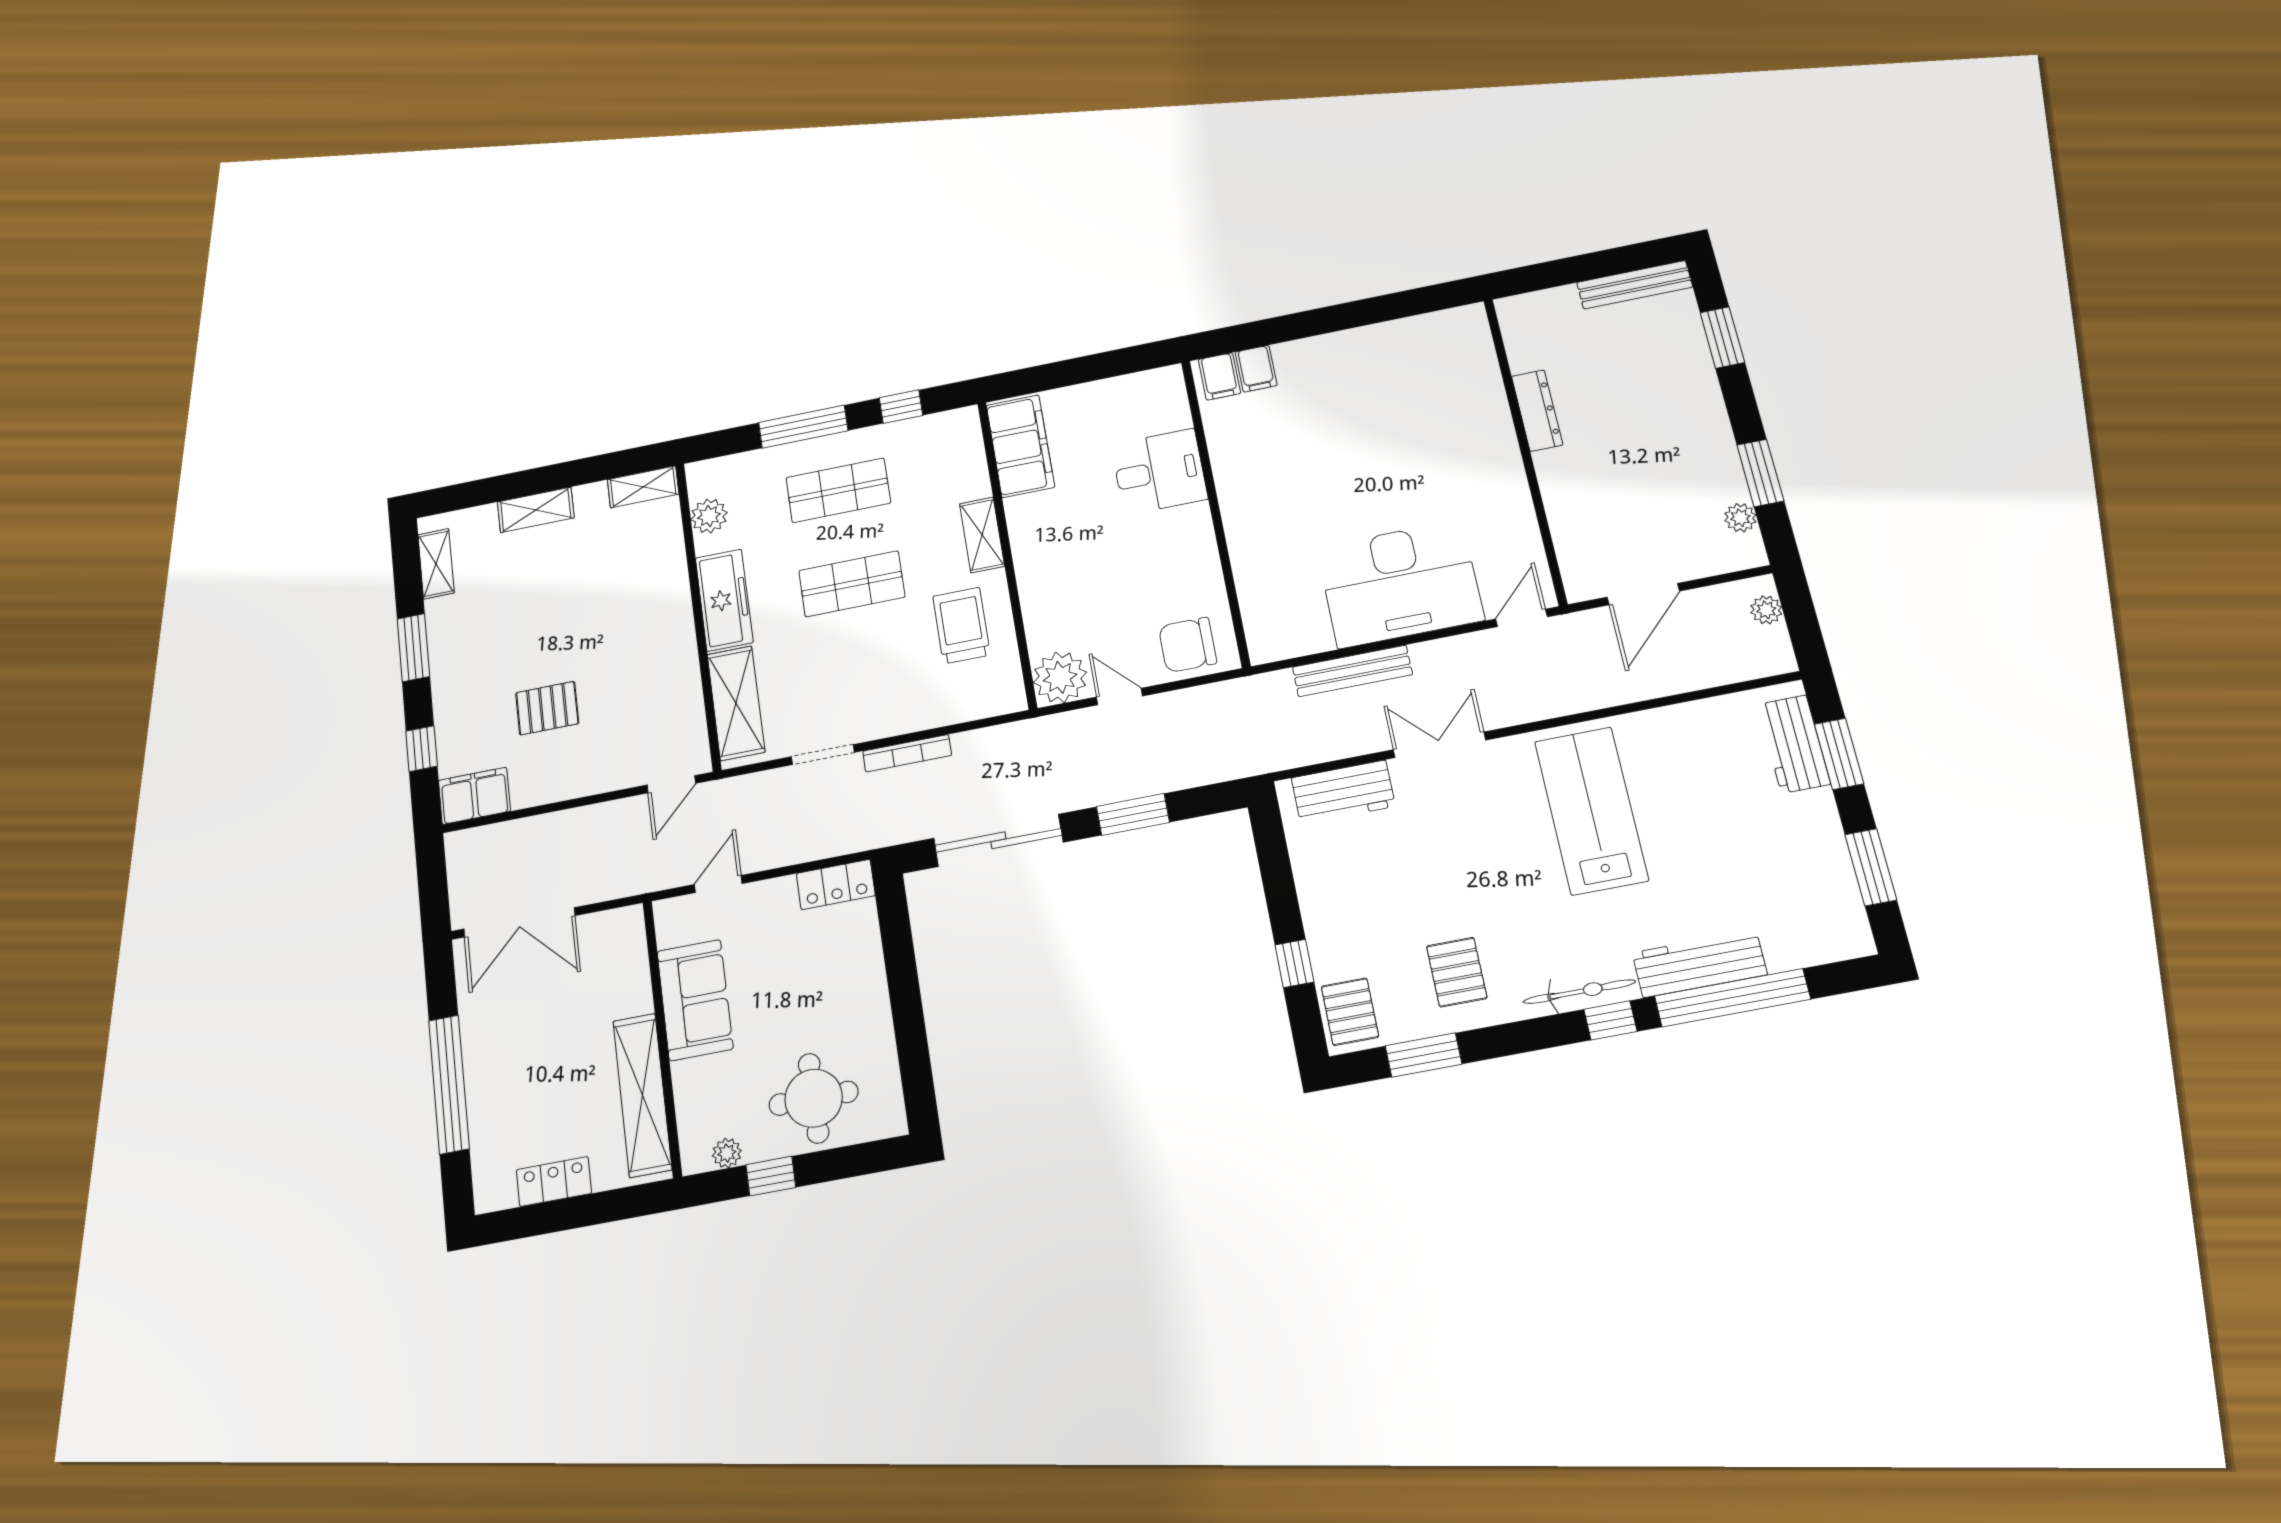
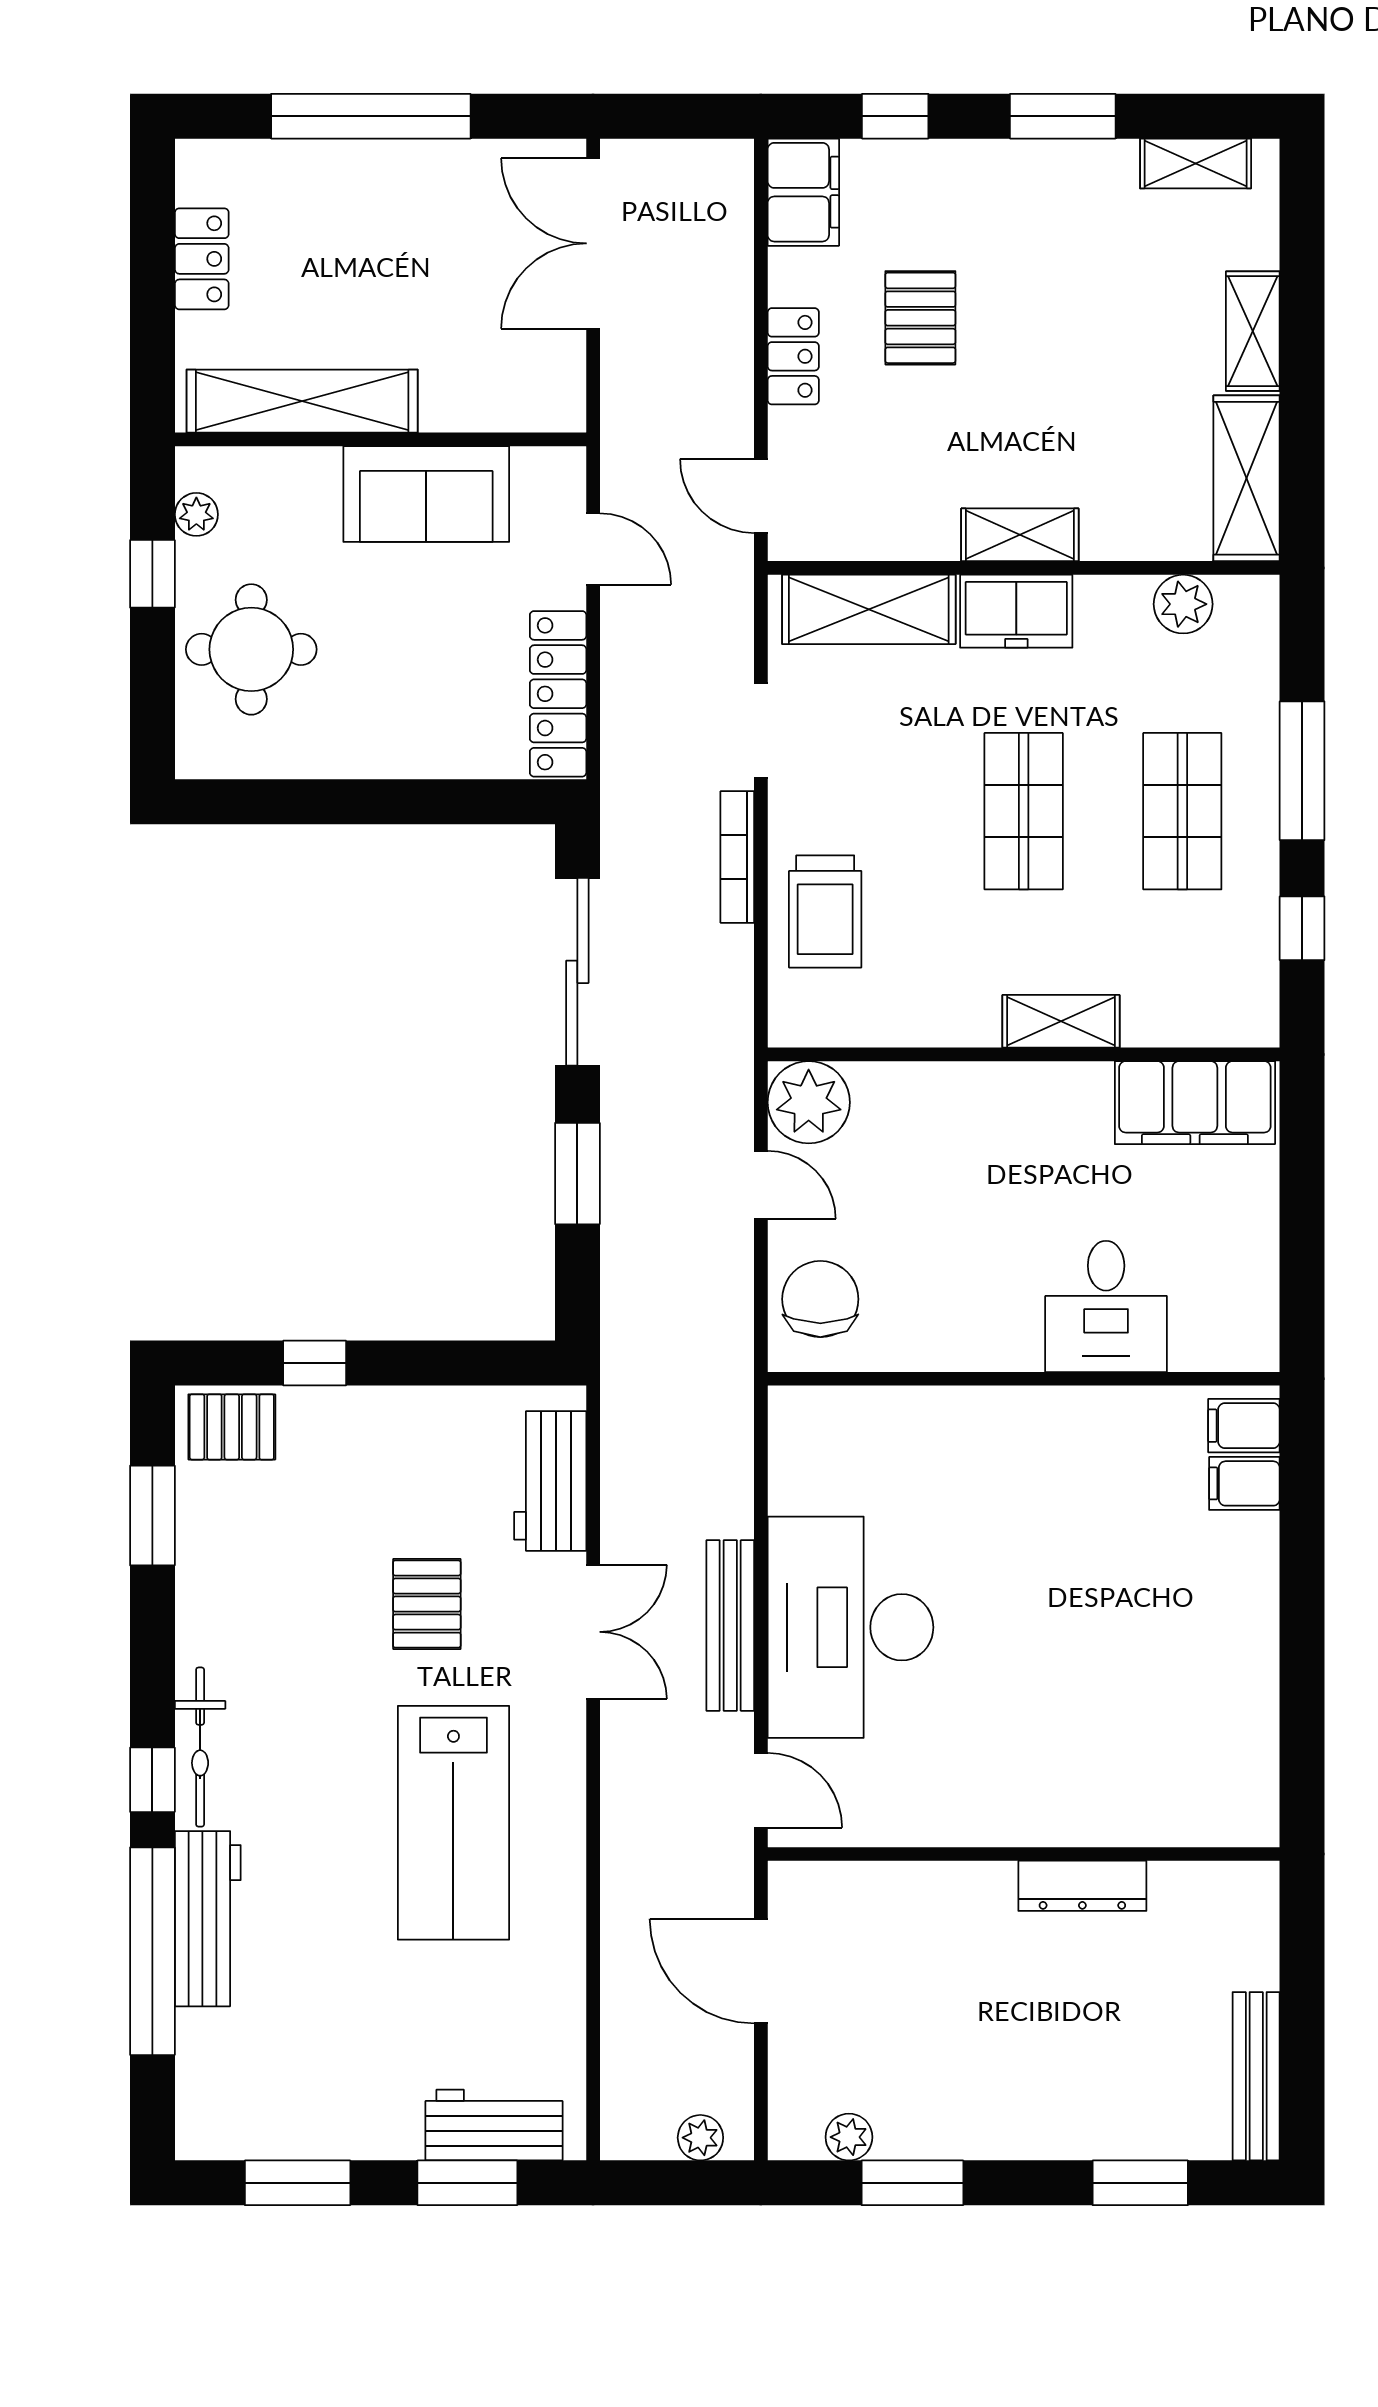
shelving: (643, 487) -> (1247, 478), width x1.50, depth x1.33
freezer: (724, 600) -> (1016, 611), width x0.71
shelving: (677, 621) -> (1020, 535), added
trolley: (962, 625) -> (825, 911), moved, turned 90
bench: (1352, 671) -> (730, 1625), moved
door: (1119, 697) -> (761, 1185), hinge flipped
locker: (580, 782) -> (793, 356), added
lab bench: (1591, 811) -> (453, 1823), turned 90
locker: (836, 884) -> (558, 694), width x1.53
pallet: (1457, 972) -> (427, 1604), moved, turned 90

